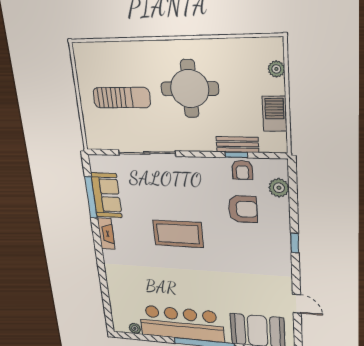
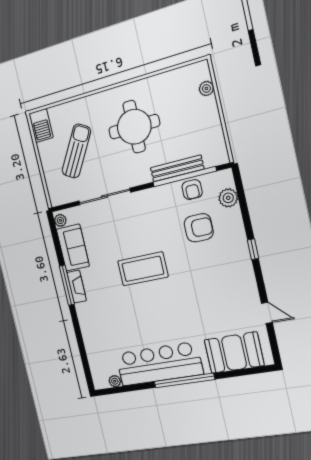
sun lounger: (122, 98) -> (76, 151), turned -60
barbecue: (275, 114) -> (41, 126), moved, turned 180
bench: (237, 145) -> (177, 168), width x1.36
window: (236, 155) -> (184, 177), width x3.17
plant: (96, 165) -> (60, 220), added
window: (91, 197) -> (67, 285), moved

